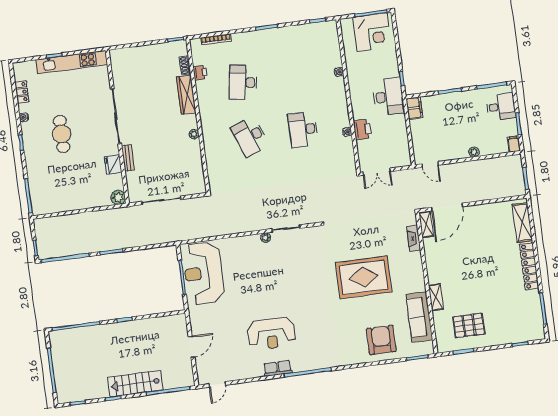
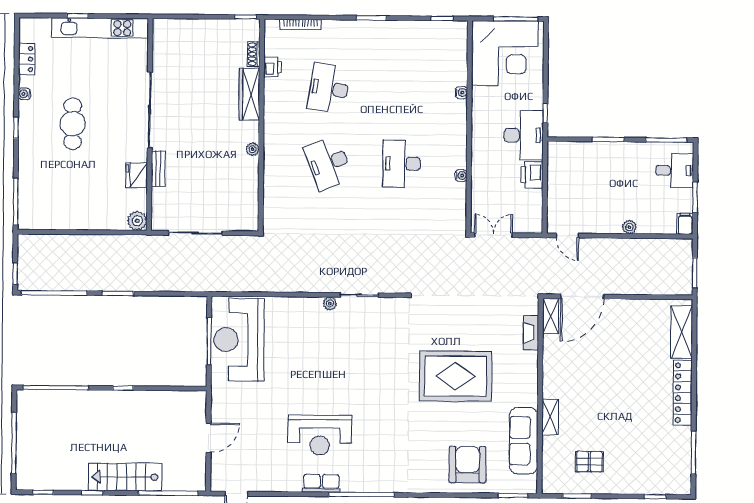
corner desk: (372, 32) -> (505, 53), width x1.36, depth x1.36
filing cabinet: (414, 108) -> (557, 156), removed
printer: (362, 129) -> (532, 175), moved, turned 180
double door: (377, 172) -> (493, 235), swing flipped
pallet: (469, 325) -> (589, 462), width x0.67, depth x0.71

